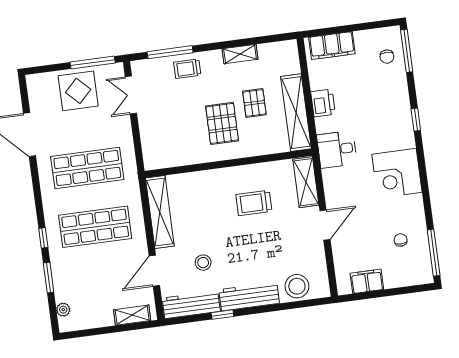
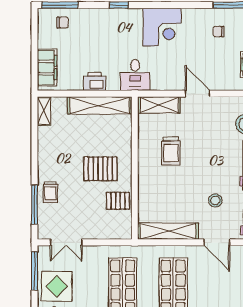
shelving: (240, 54) -> (44, 111), moved
pallet: (254, 103) -> (118, 201), moved

